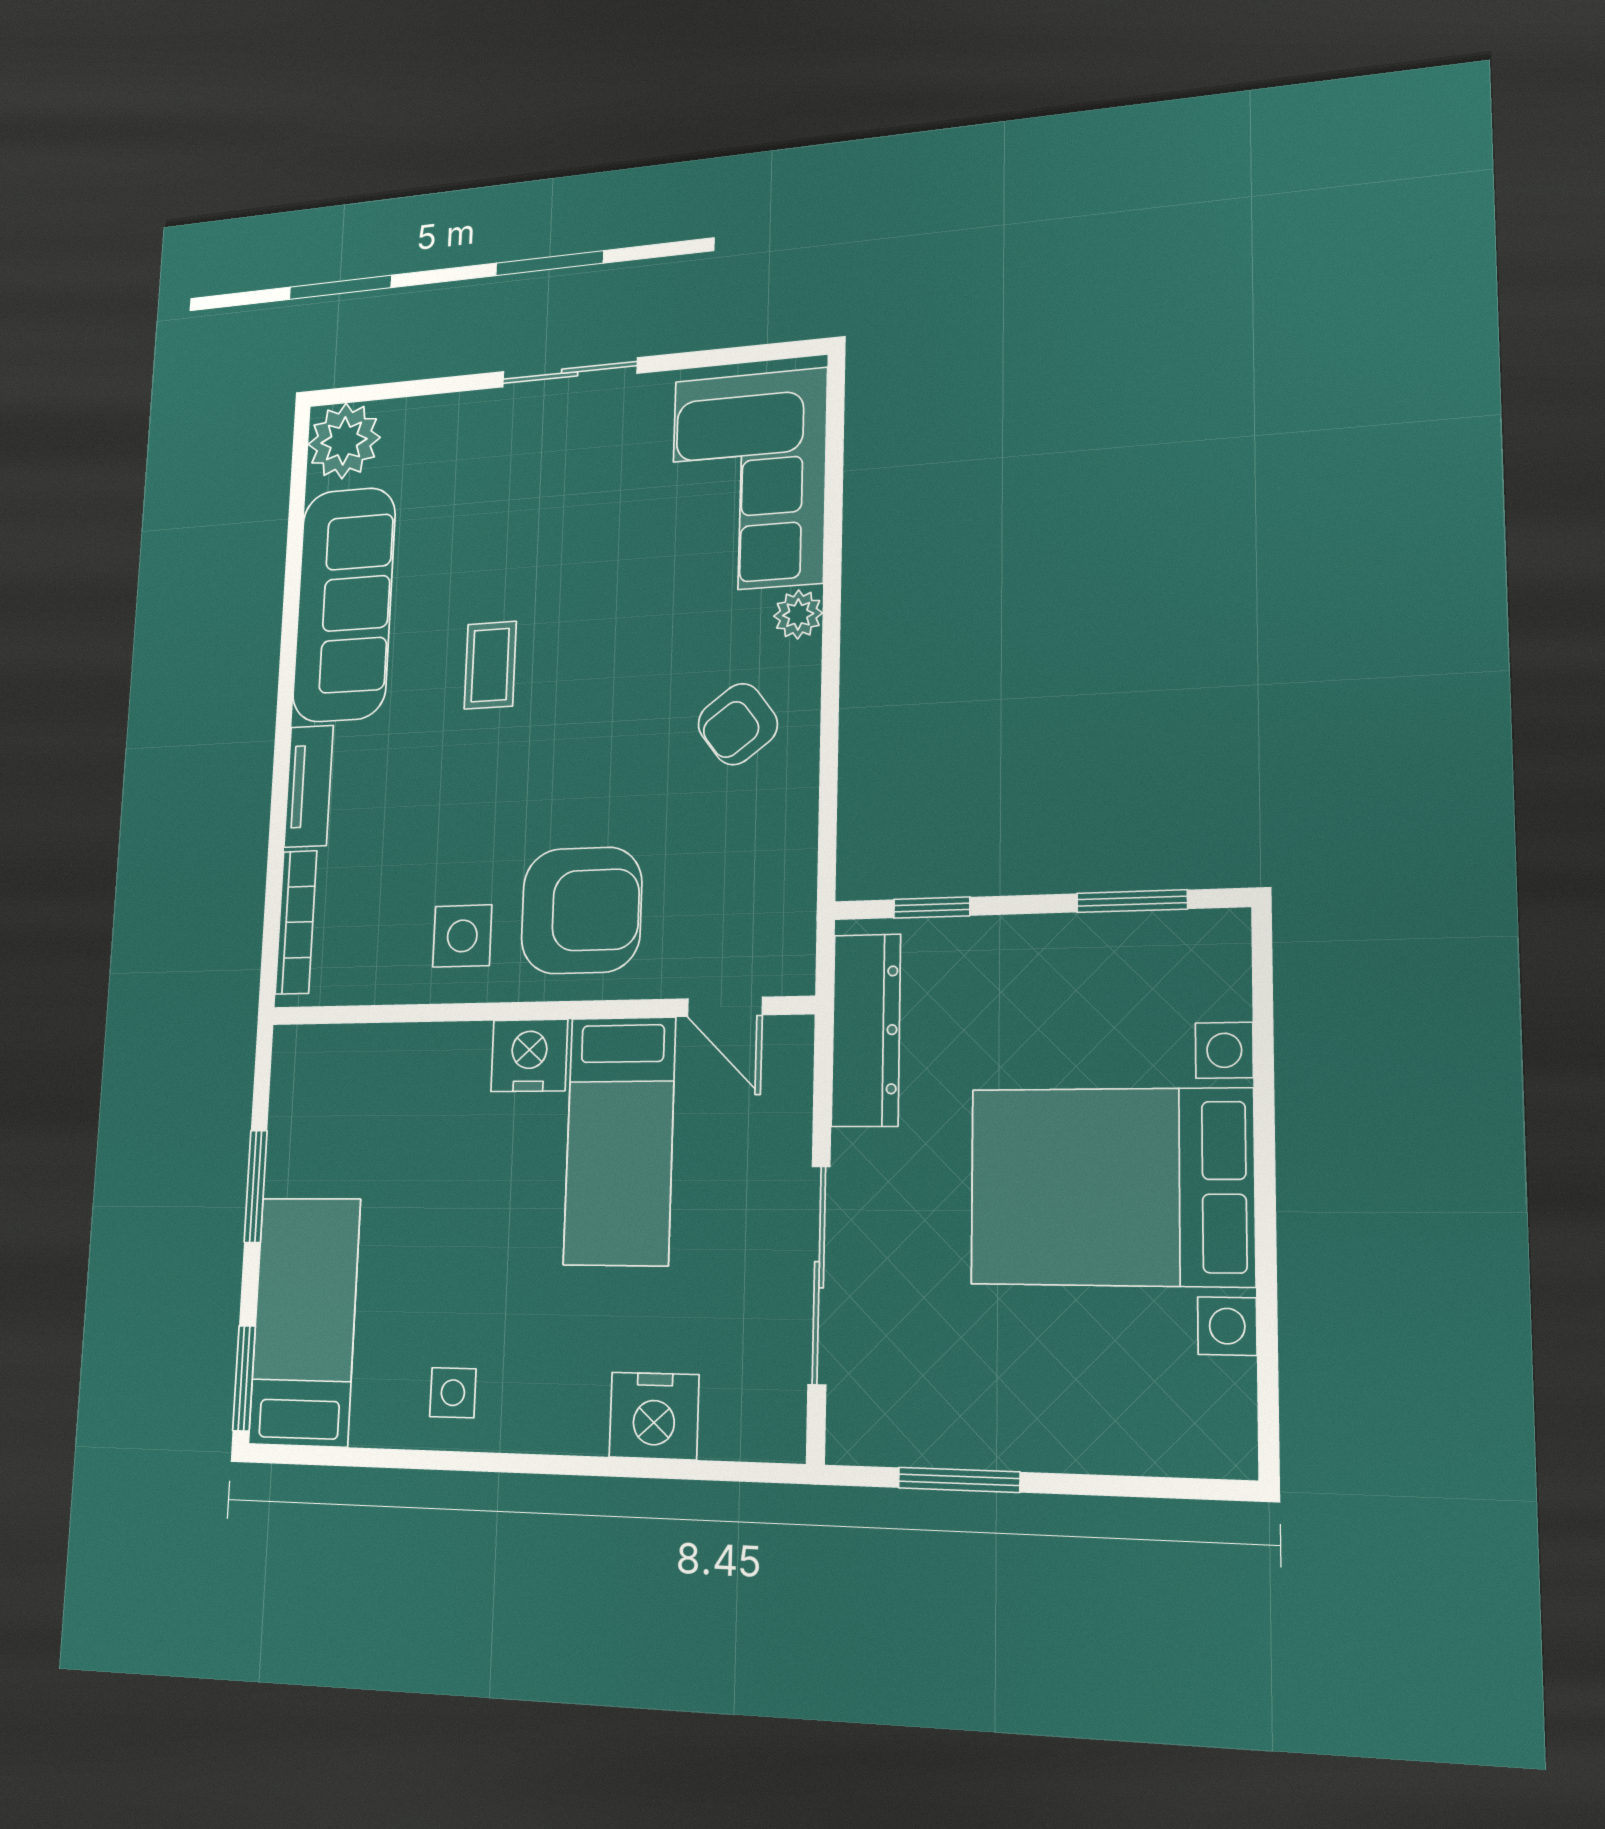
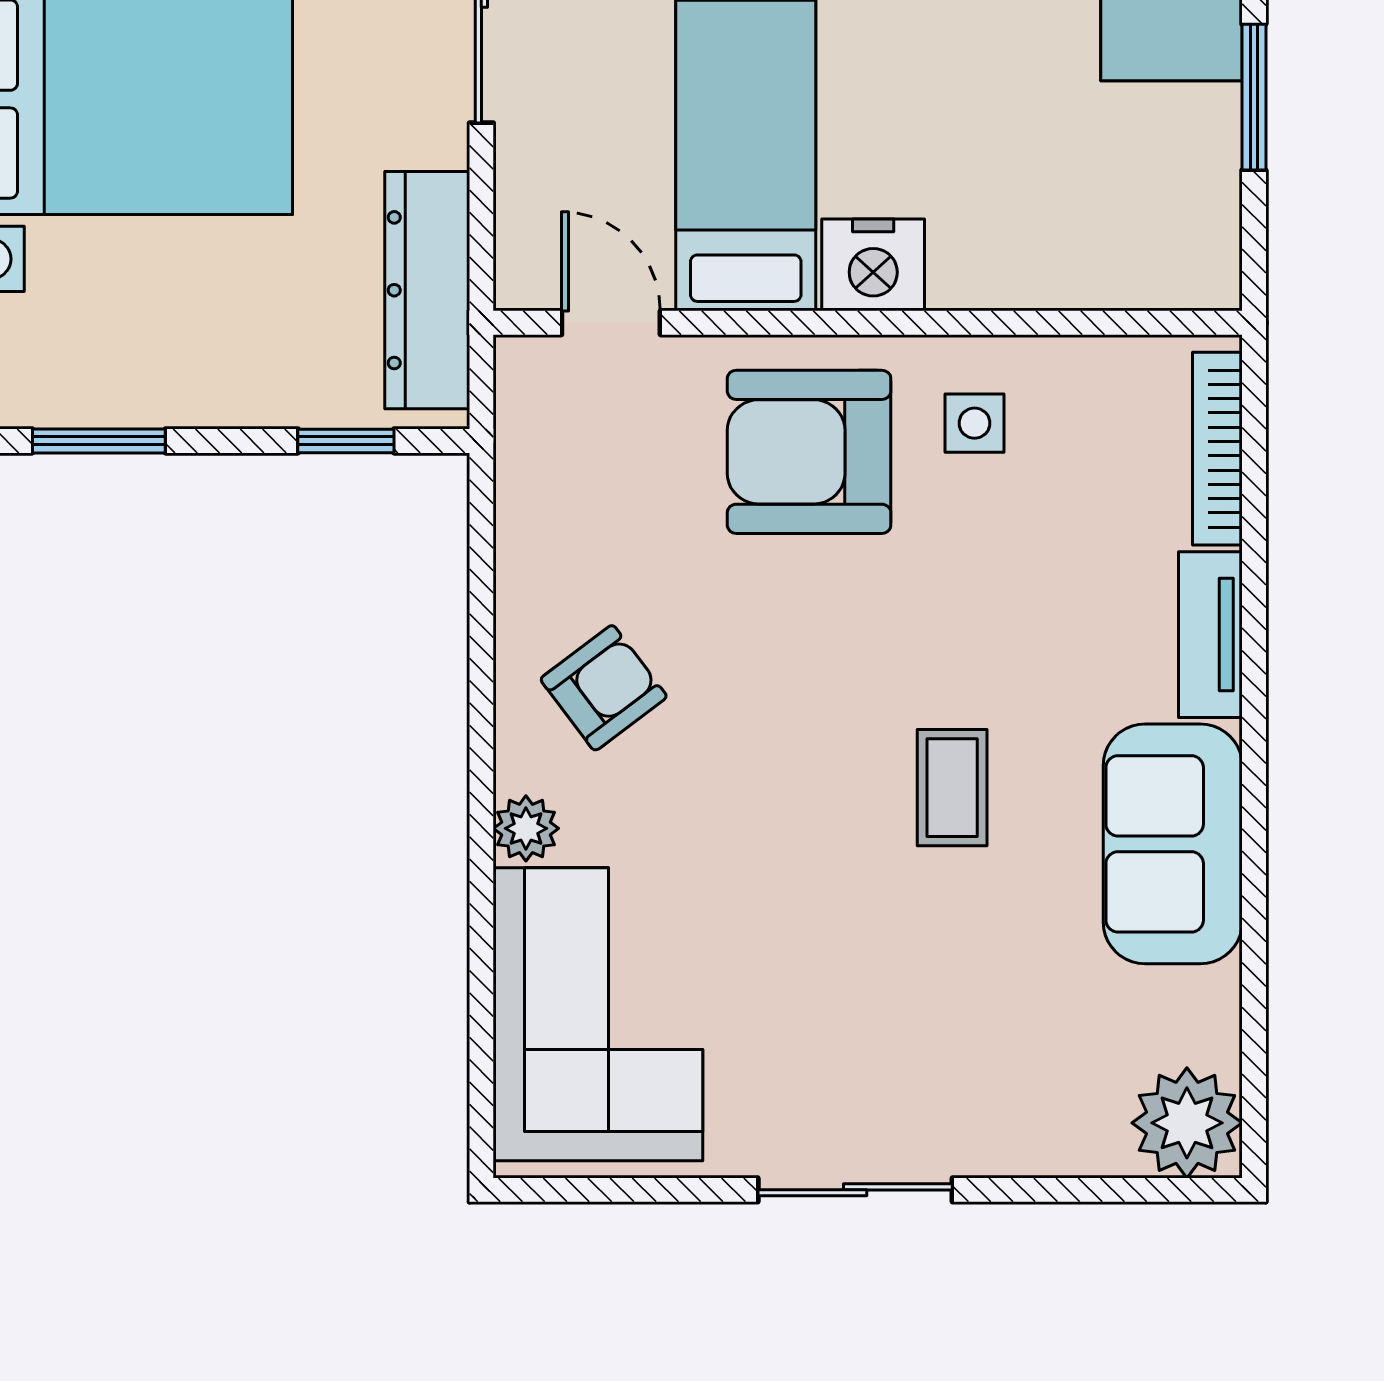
sofa: (344, 604) -> (1173, 844), width x0.73
side table: (462, 936) -> (974, 423), width x0.73, depth x0.73

